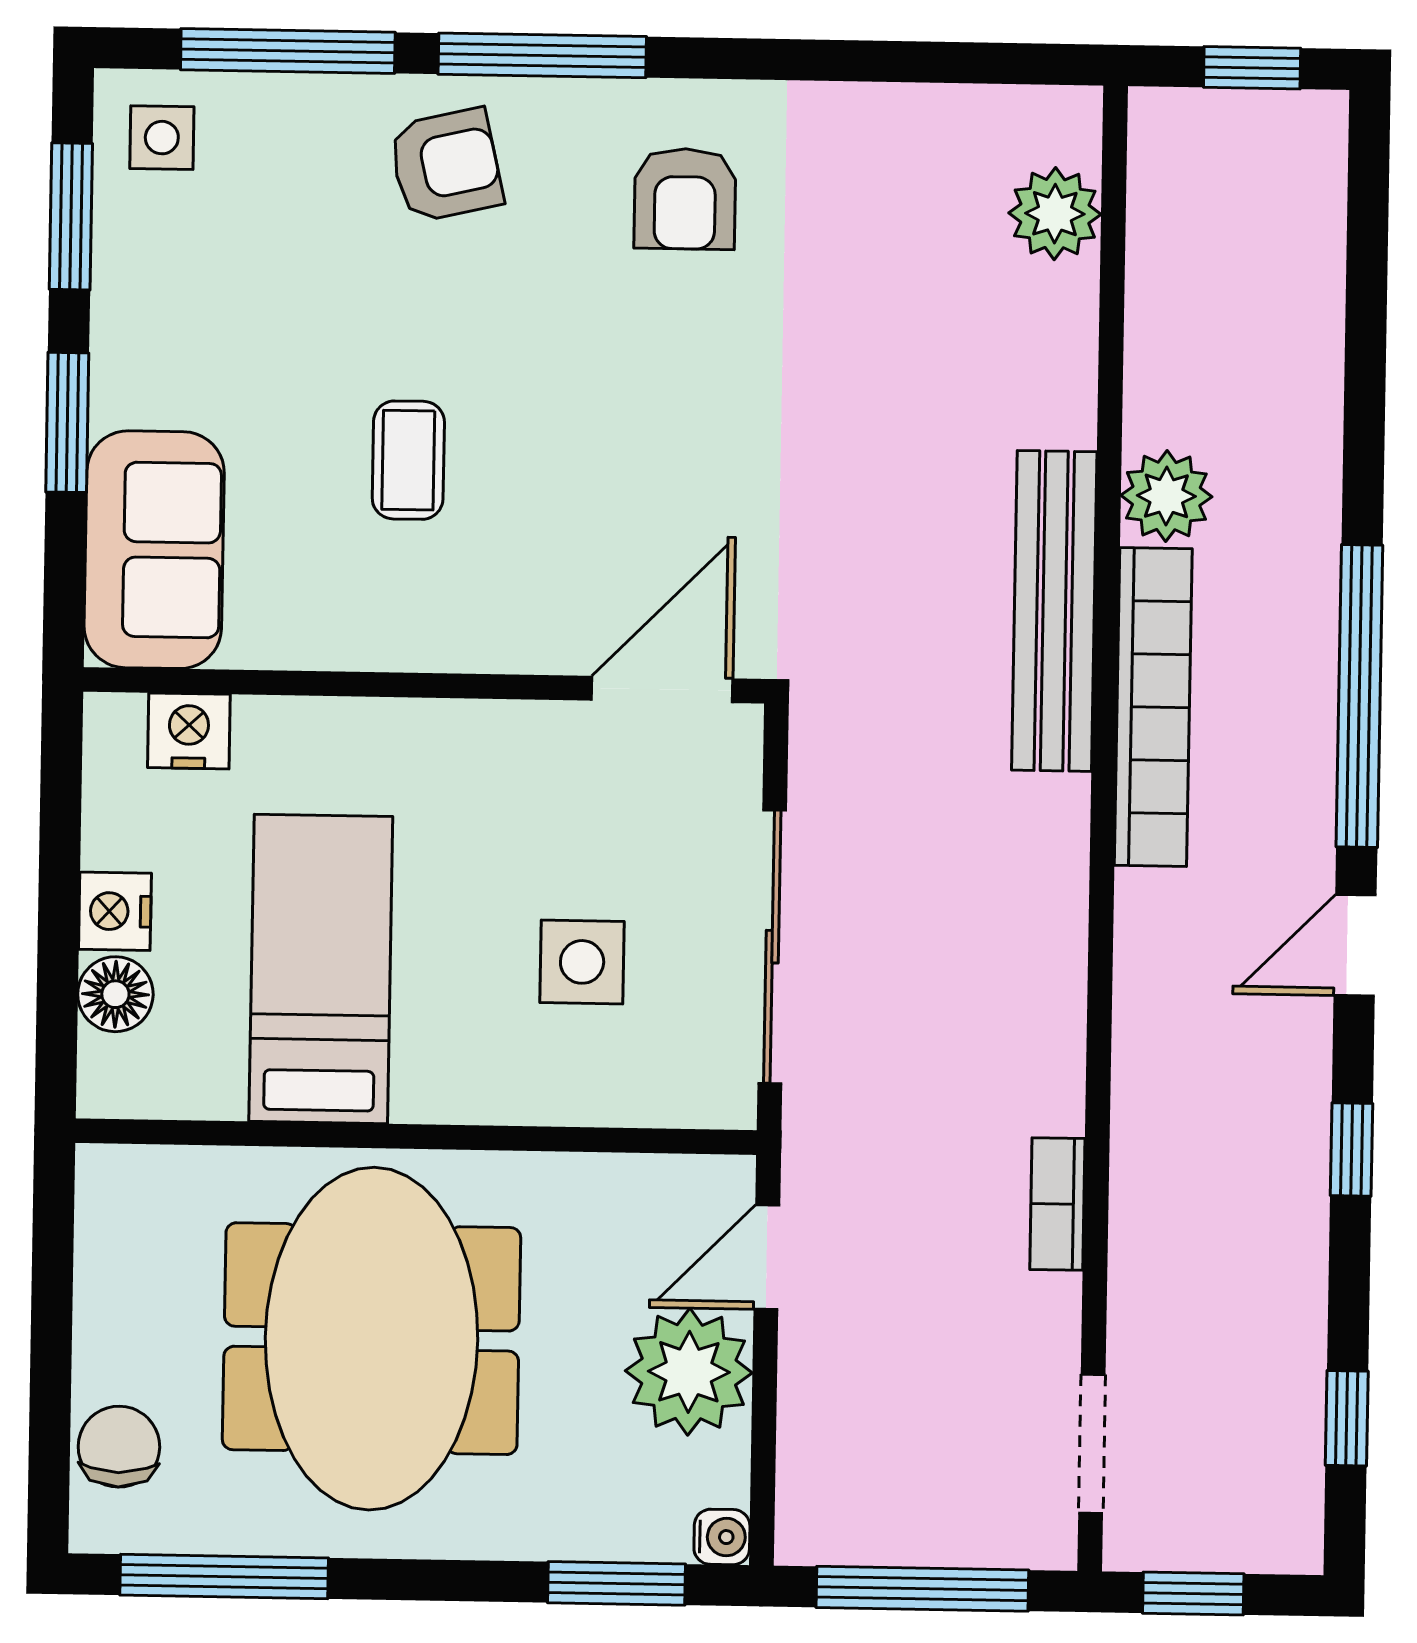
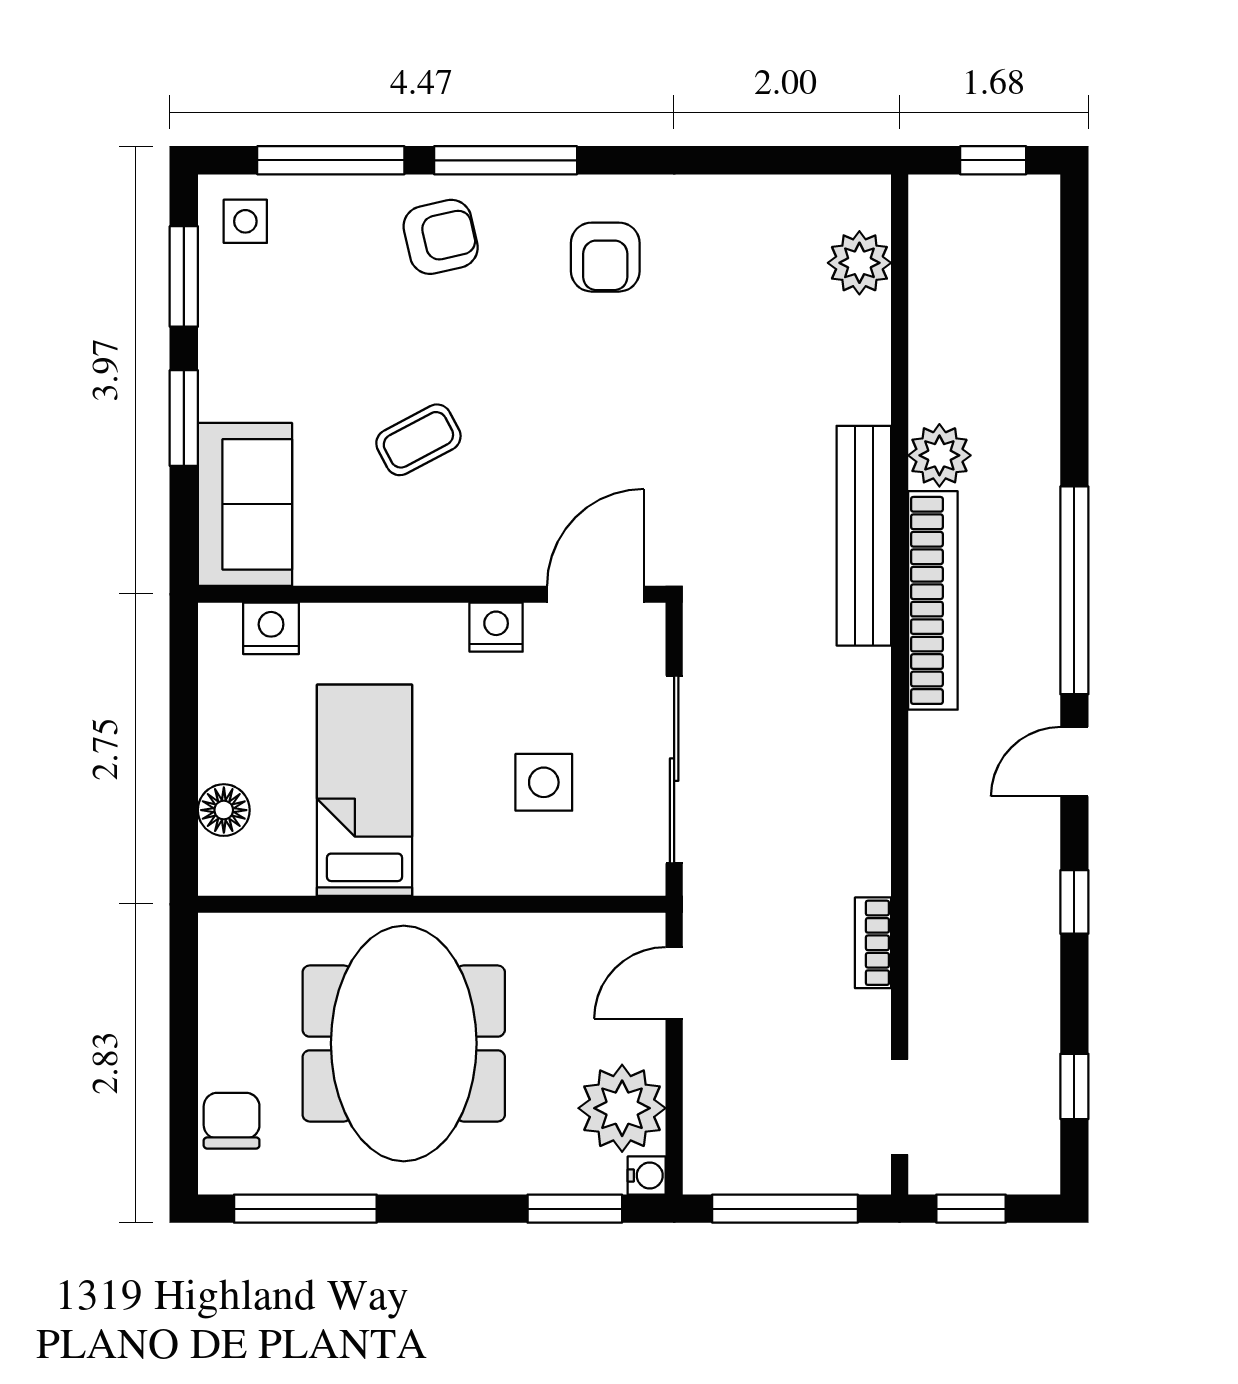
coffee table: (408, 460) -> (418, 440), turned 62
nightstand: (115, 911) -> (496, 627), moved, turned 90
plant: (689, 1372) -> (622, 1108), moved

